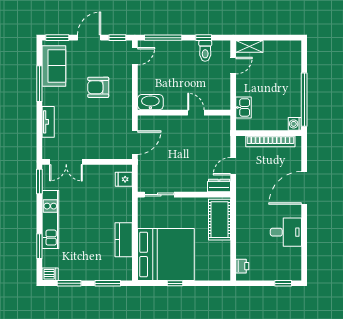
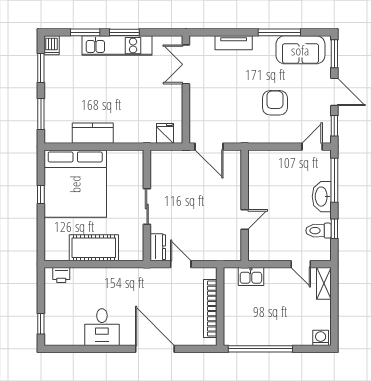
door: (135, 56) -> (312, 147), swing flipped
washbasin: (150, 102) -> (322, 197), moved, turned 180
washing machine: (295, 124) -> (321, 338), moved
window: (39, 181) -> (124, 32), moved
sliding door: (159, 195) -> (147, 207), moved
cot: (220, 220) -> (94, 248), moved

